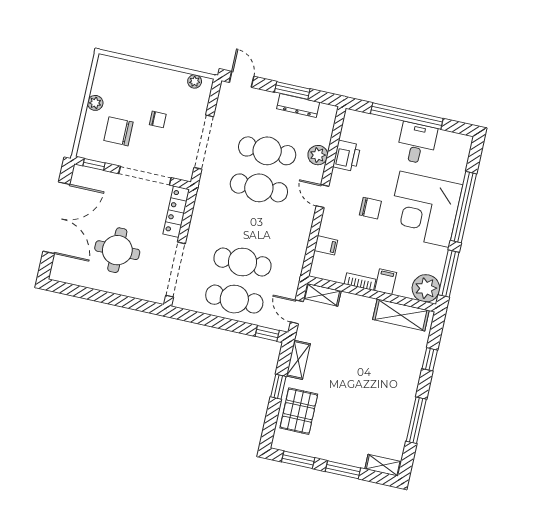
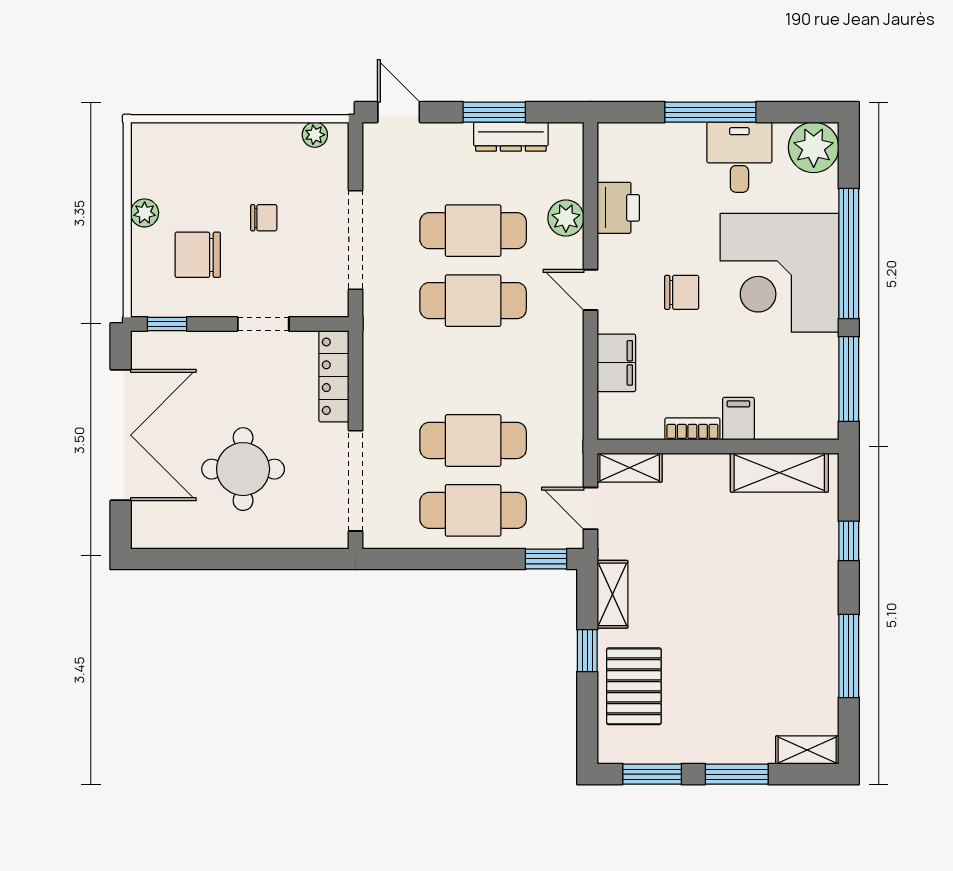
window: (407, 116) -> (710, 112), width x0.68
doorway: (145, 176) -> (263, 324), width x0.53
filing cabinet: (326, 245) -> (616, 363), width x2.00
plant: (426, 288) -> (814, 147), moved

